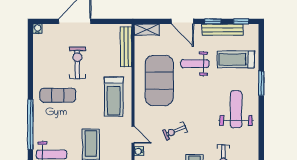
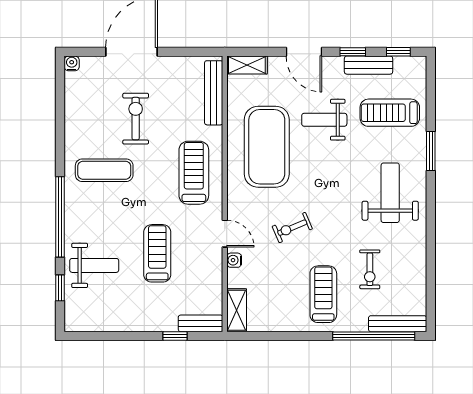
bench: (223, 30) -> (369, 65), width x0.73
treadmill: (114, 97) -> (194, 173), turned 180

